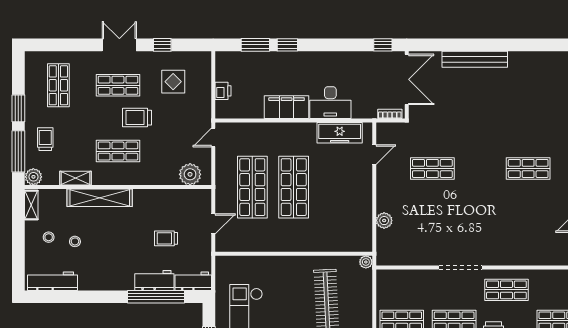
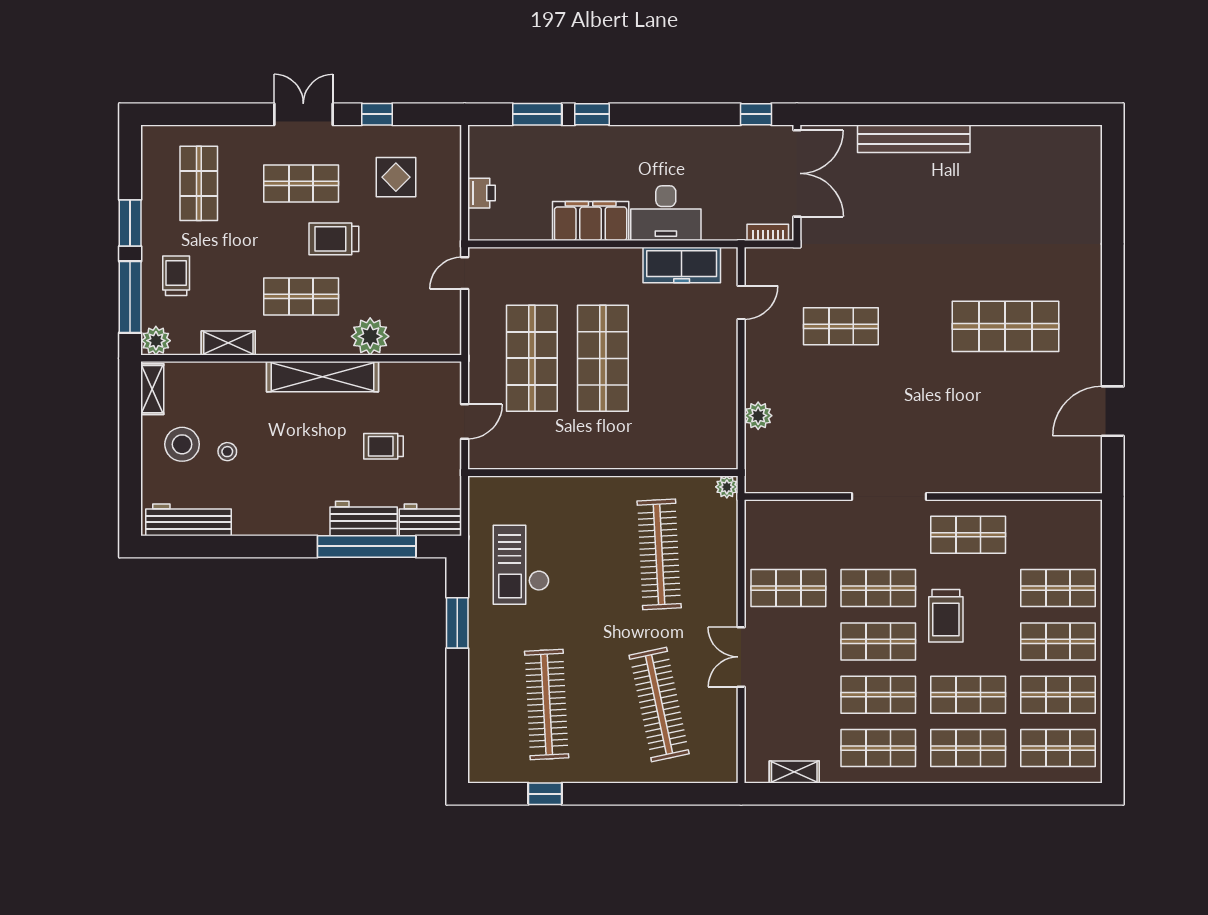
shop shelf: (528, 168) -> (1005, 326), width x1.43, depth x1.36
plant: (190, 174) -> (370, 336), moved
shelving: (100, 198) -> (323, 377), moved
stool: (49, 237) -> (182, 444), width x1.89, depth x1.89

